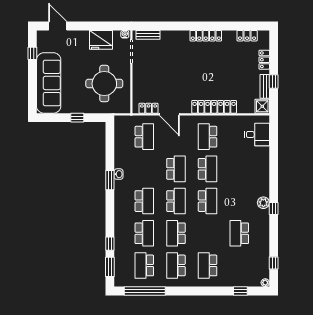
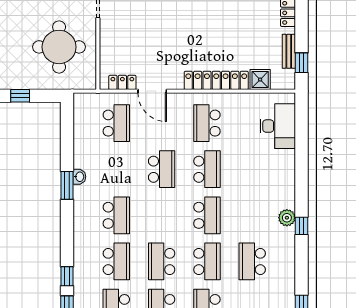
window: (274, 82) -> (302, 63), moved
shower: (262, 106) -> (260, 80), moved
desk: (257, 134) -> (278, 126), width x1.37
school desk: (176, 201) -> (207, 261), moved

